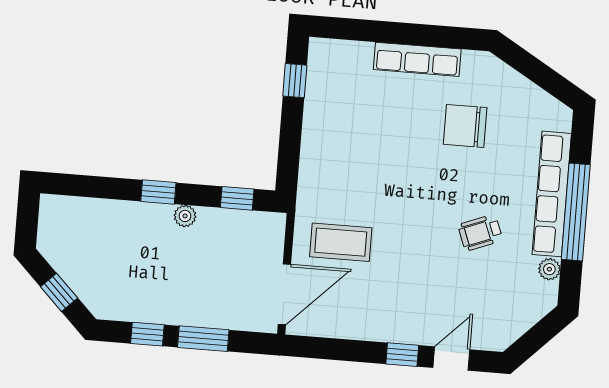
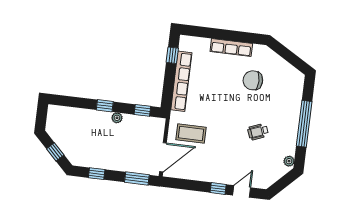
row of seats: (552, 194) -> (181, 81), moved, turned 180
plant: (549, 269) -> (289, 161), moved
window: (203, 339) -> (137, 179), moved

